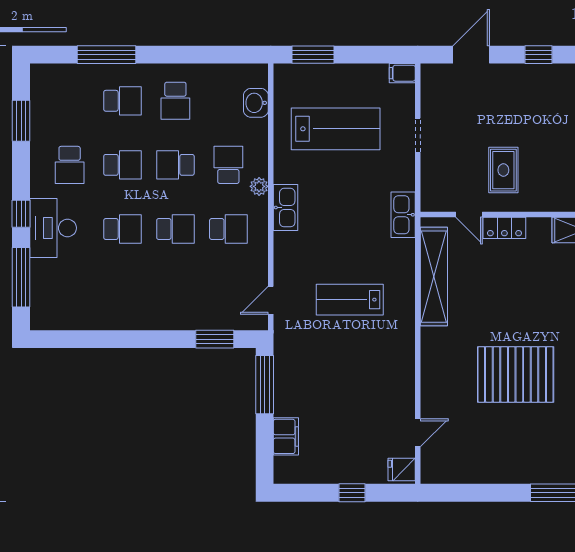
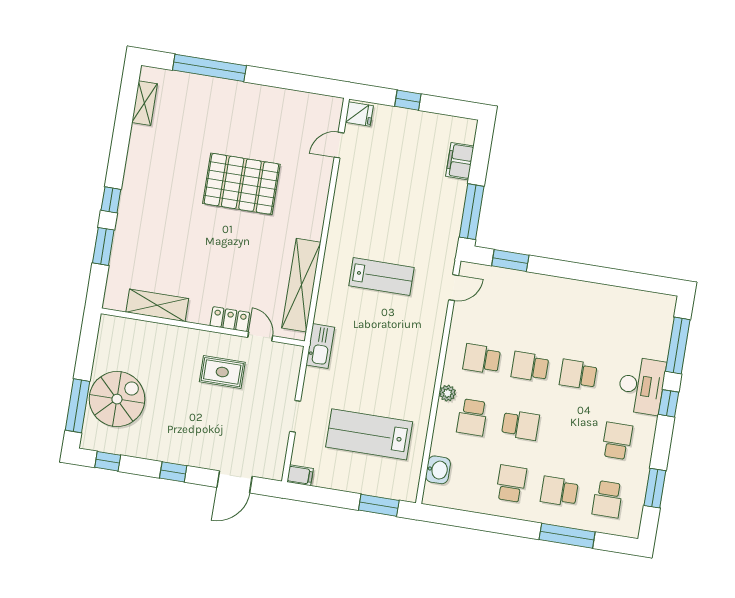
school desk: (122, 165) -> (608, 499), moved, turned -90
rug: (503, 170) -> (222, 372), turned 90
kitchen sink: (286, 208) -> (426, 370), removed

